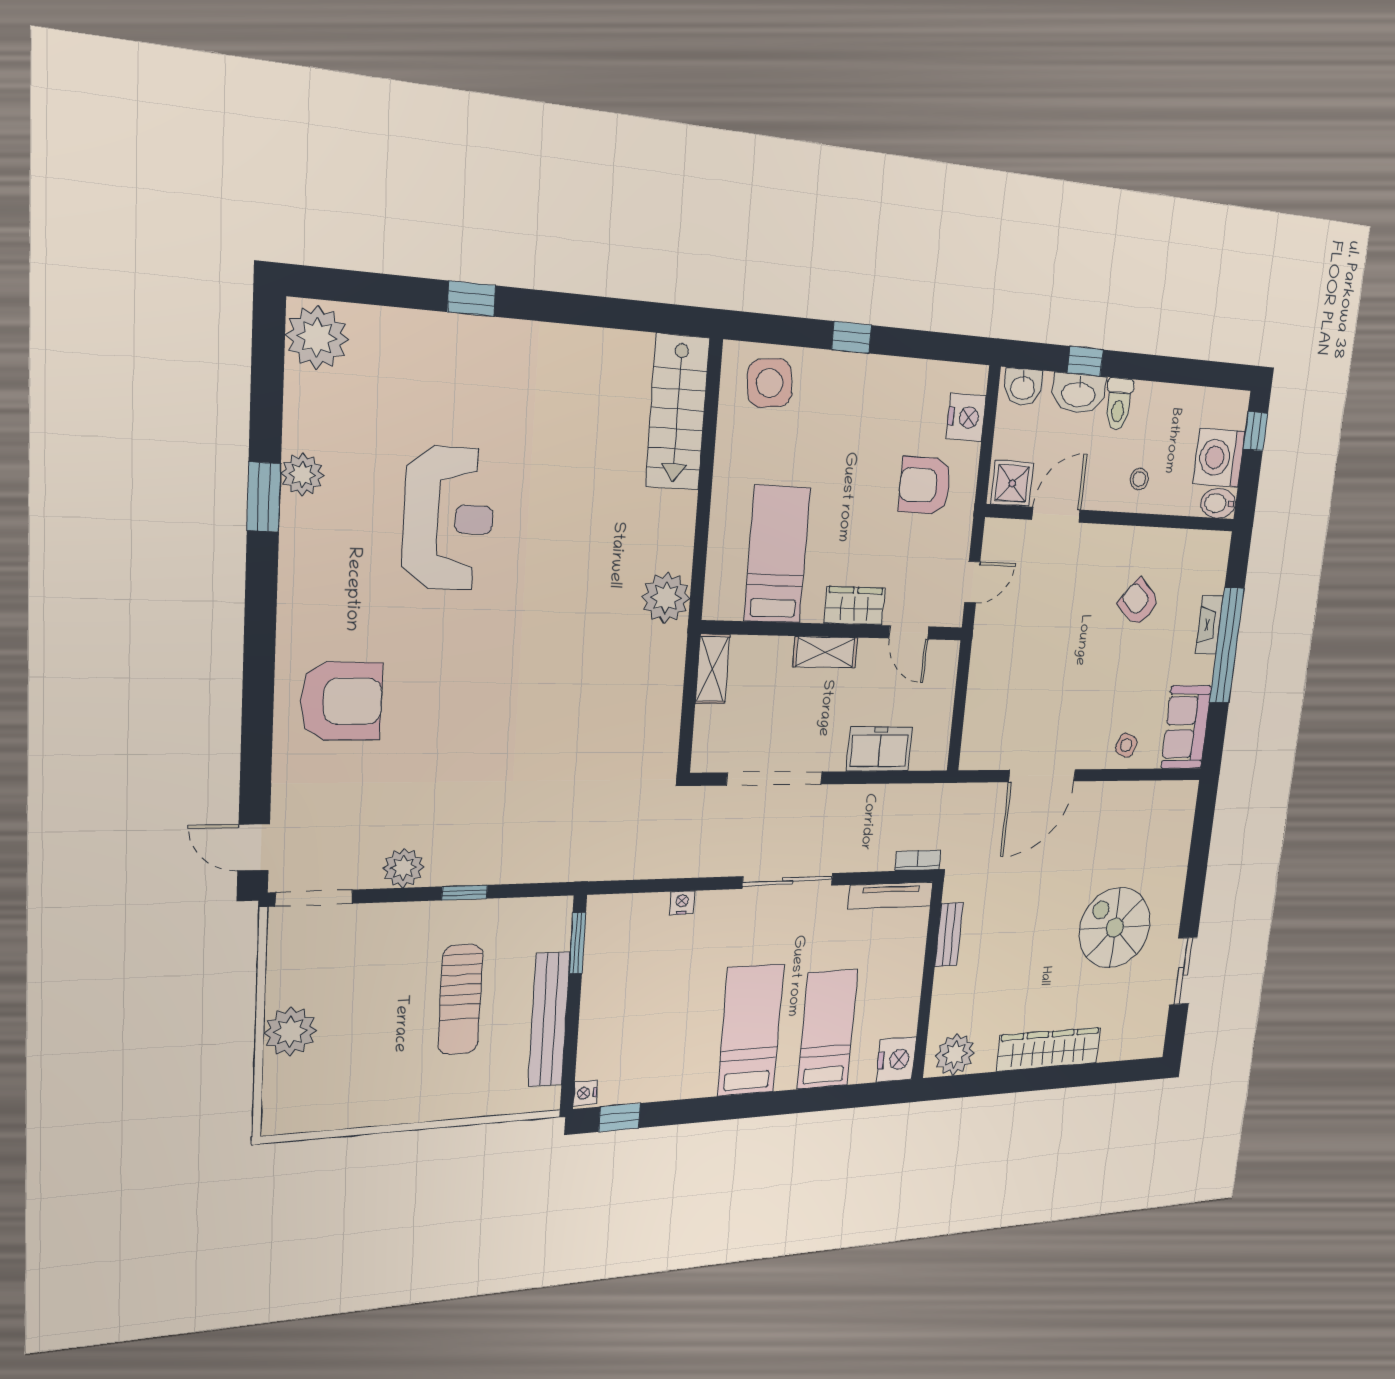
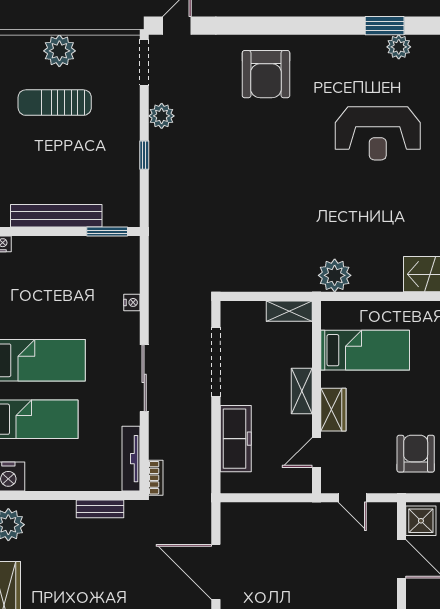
freezer: (879, 749) -> (236, 439), width x1.40
sun lounger: (460, 1000) -> (55, 103), moved

